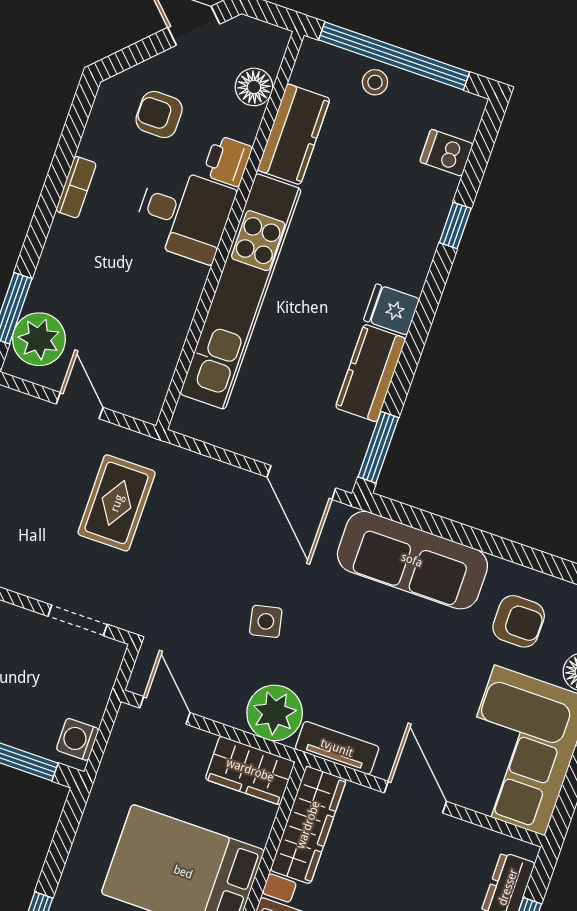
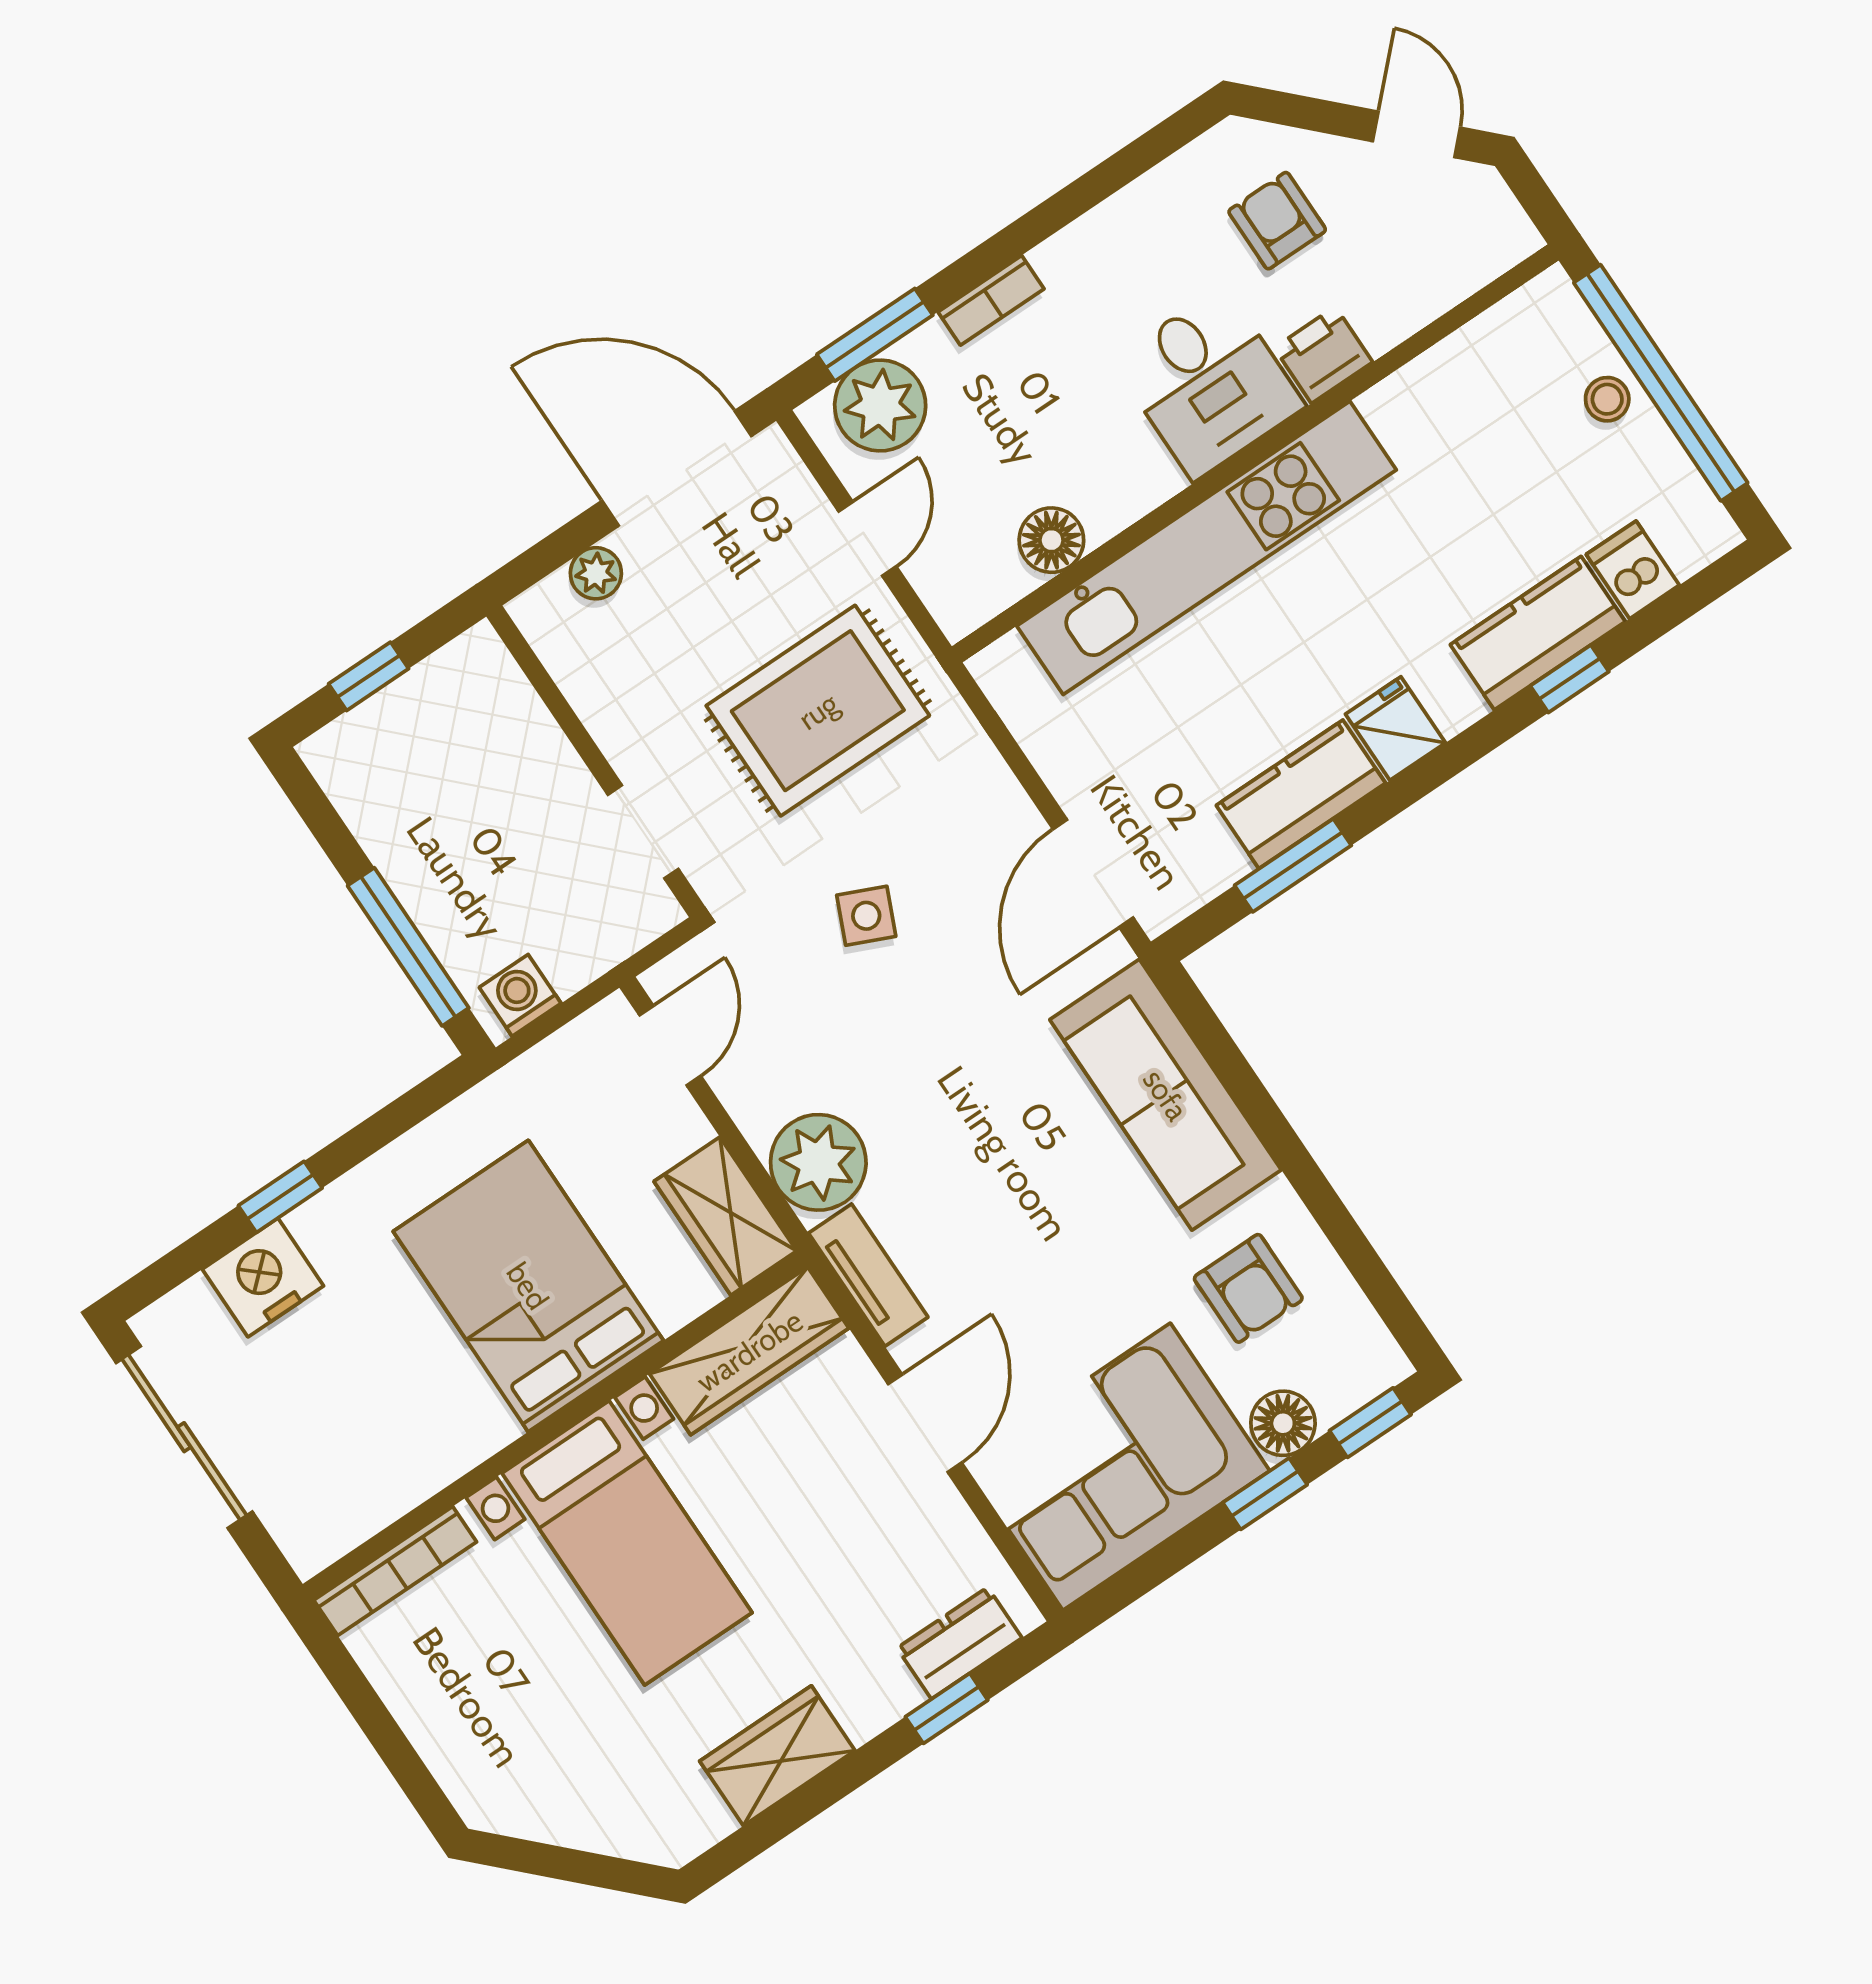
floor lamp: (254, 87) -> (1051, 540), moved
kitchen counter: (294, 134) -> (1538, 633), moved, turned 180
bookcase: (76, 187) -> (991, 300), moved
window: (378, 447) -> (1293, 865), moved
rug: (117, 503) -> (818, 711), width x1.36, depth x1.43
side table: (266, 621) -> (866, 916), moved, turned 36

